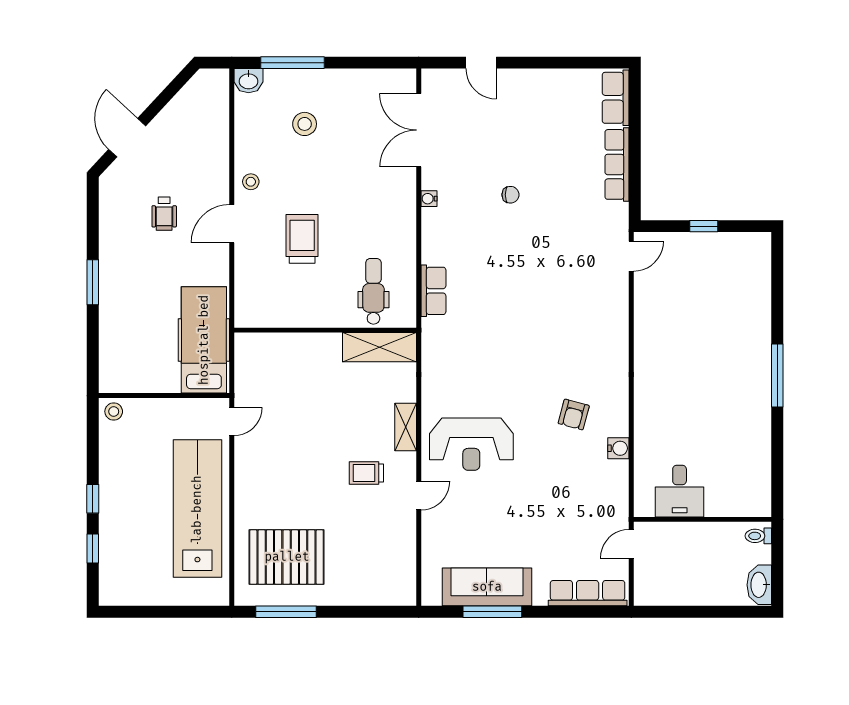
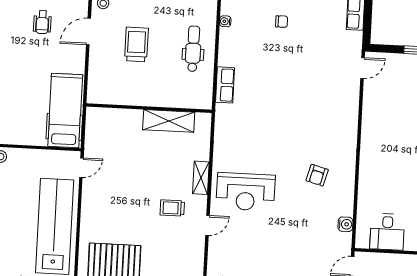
dental chair: (373, 291) -> (193, 49), moved
shelving: (379, 347) -> (169, 121), moved
water cooler: (618, 448) -> (345, 224), moved

